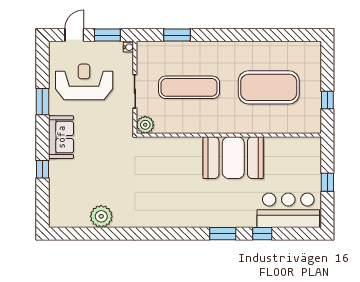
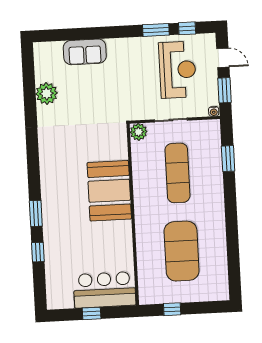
sofa: (61, 137) -> (85, 52), moved
booth: (233, 158) -> (109, 191), moved
window: (42, 169) -> (187, 28), moved
bar counter: (288, 210) -> (105, 290), moved, turned -90

